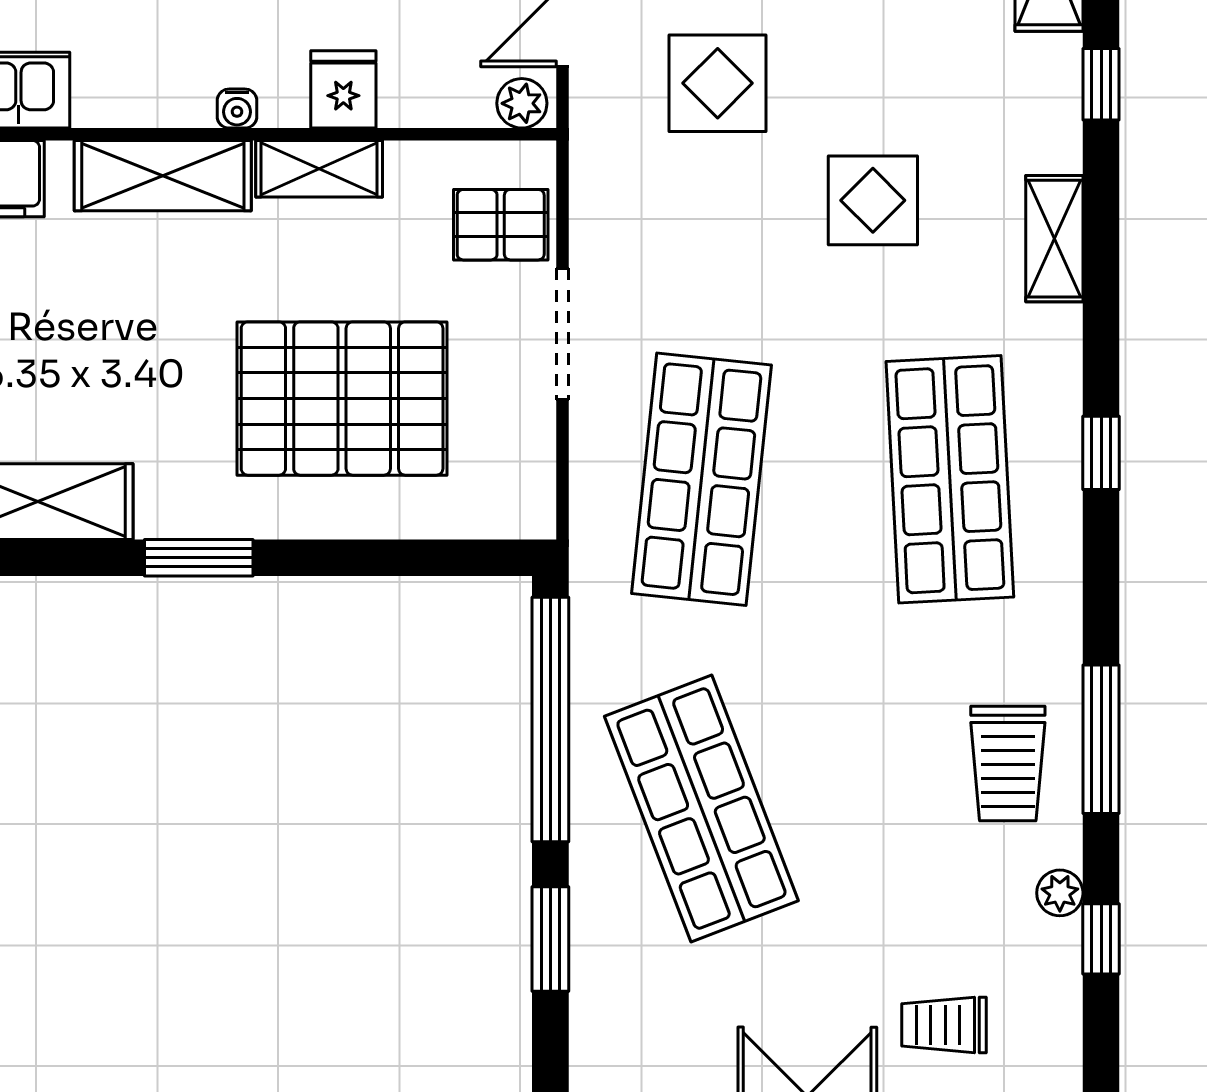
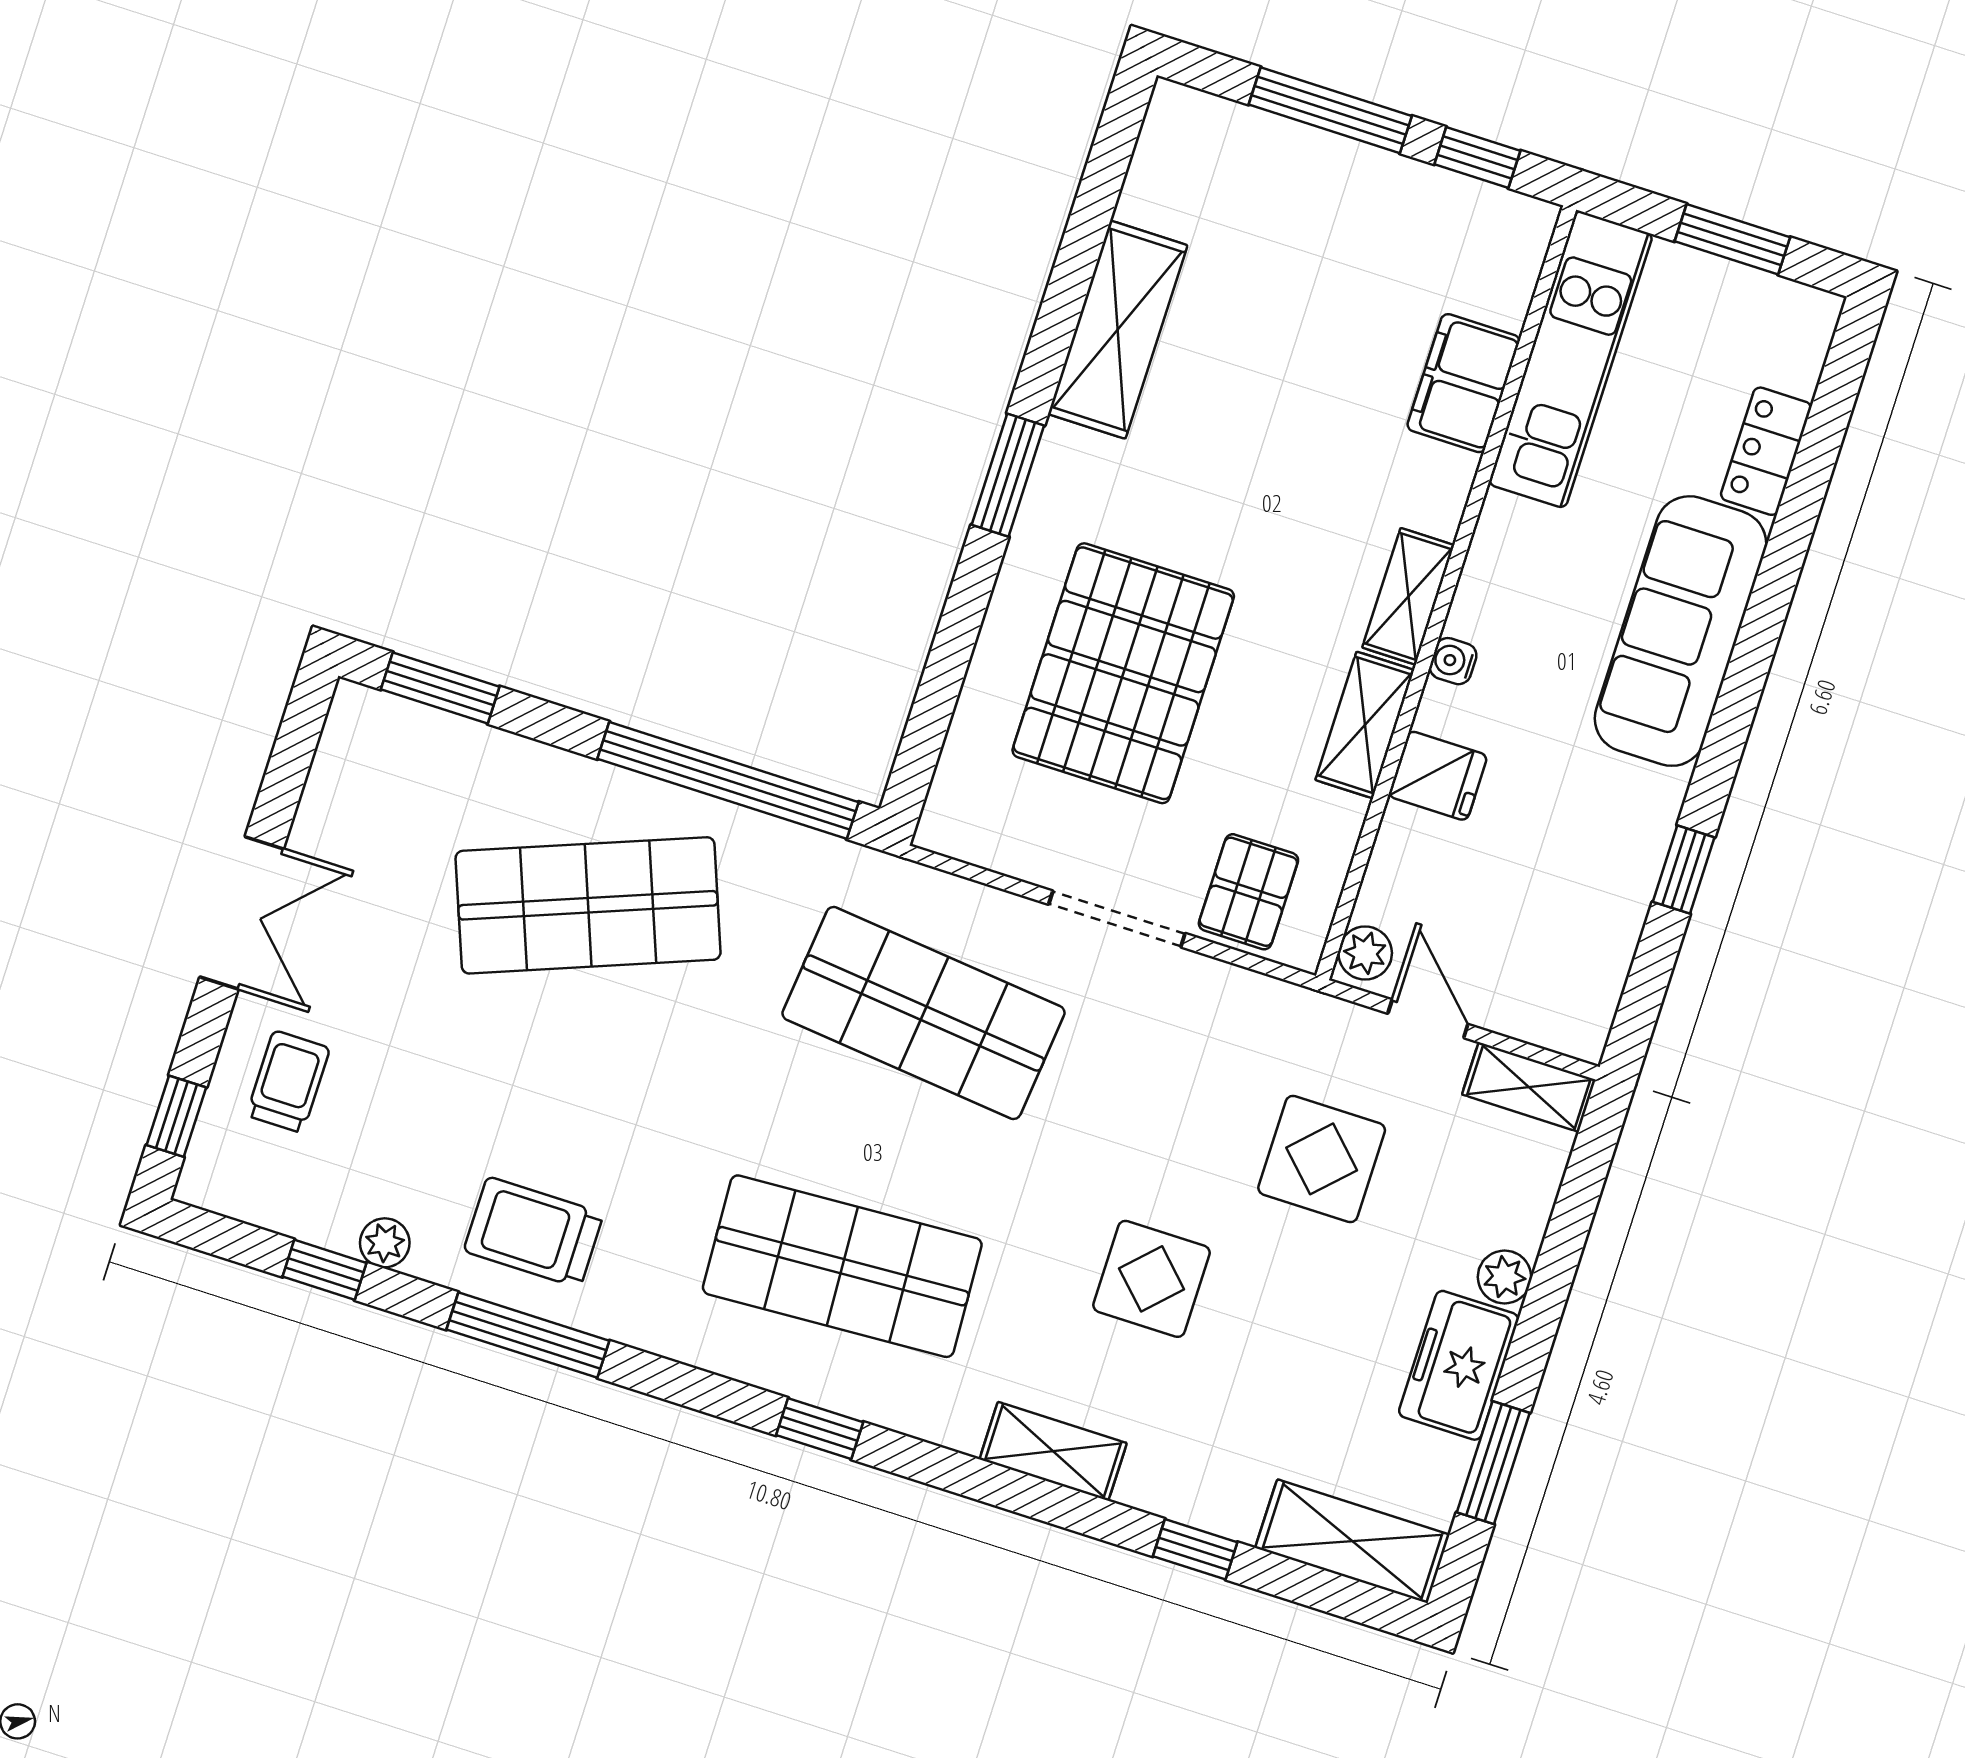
shelving: (163, 176) -> (1408, 596), width x0.67, depth x0.75
window: (550, 939) -> (440, 688), moved

